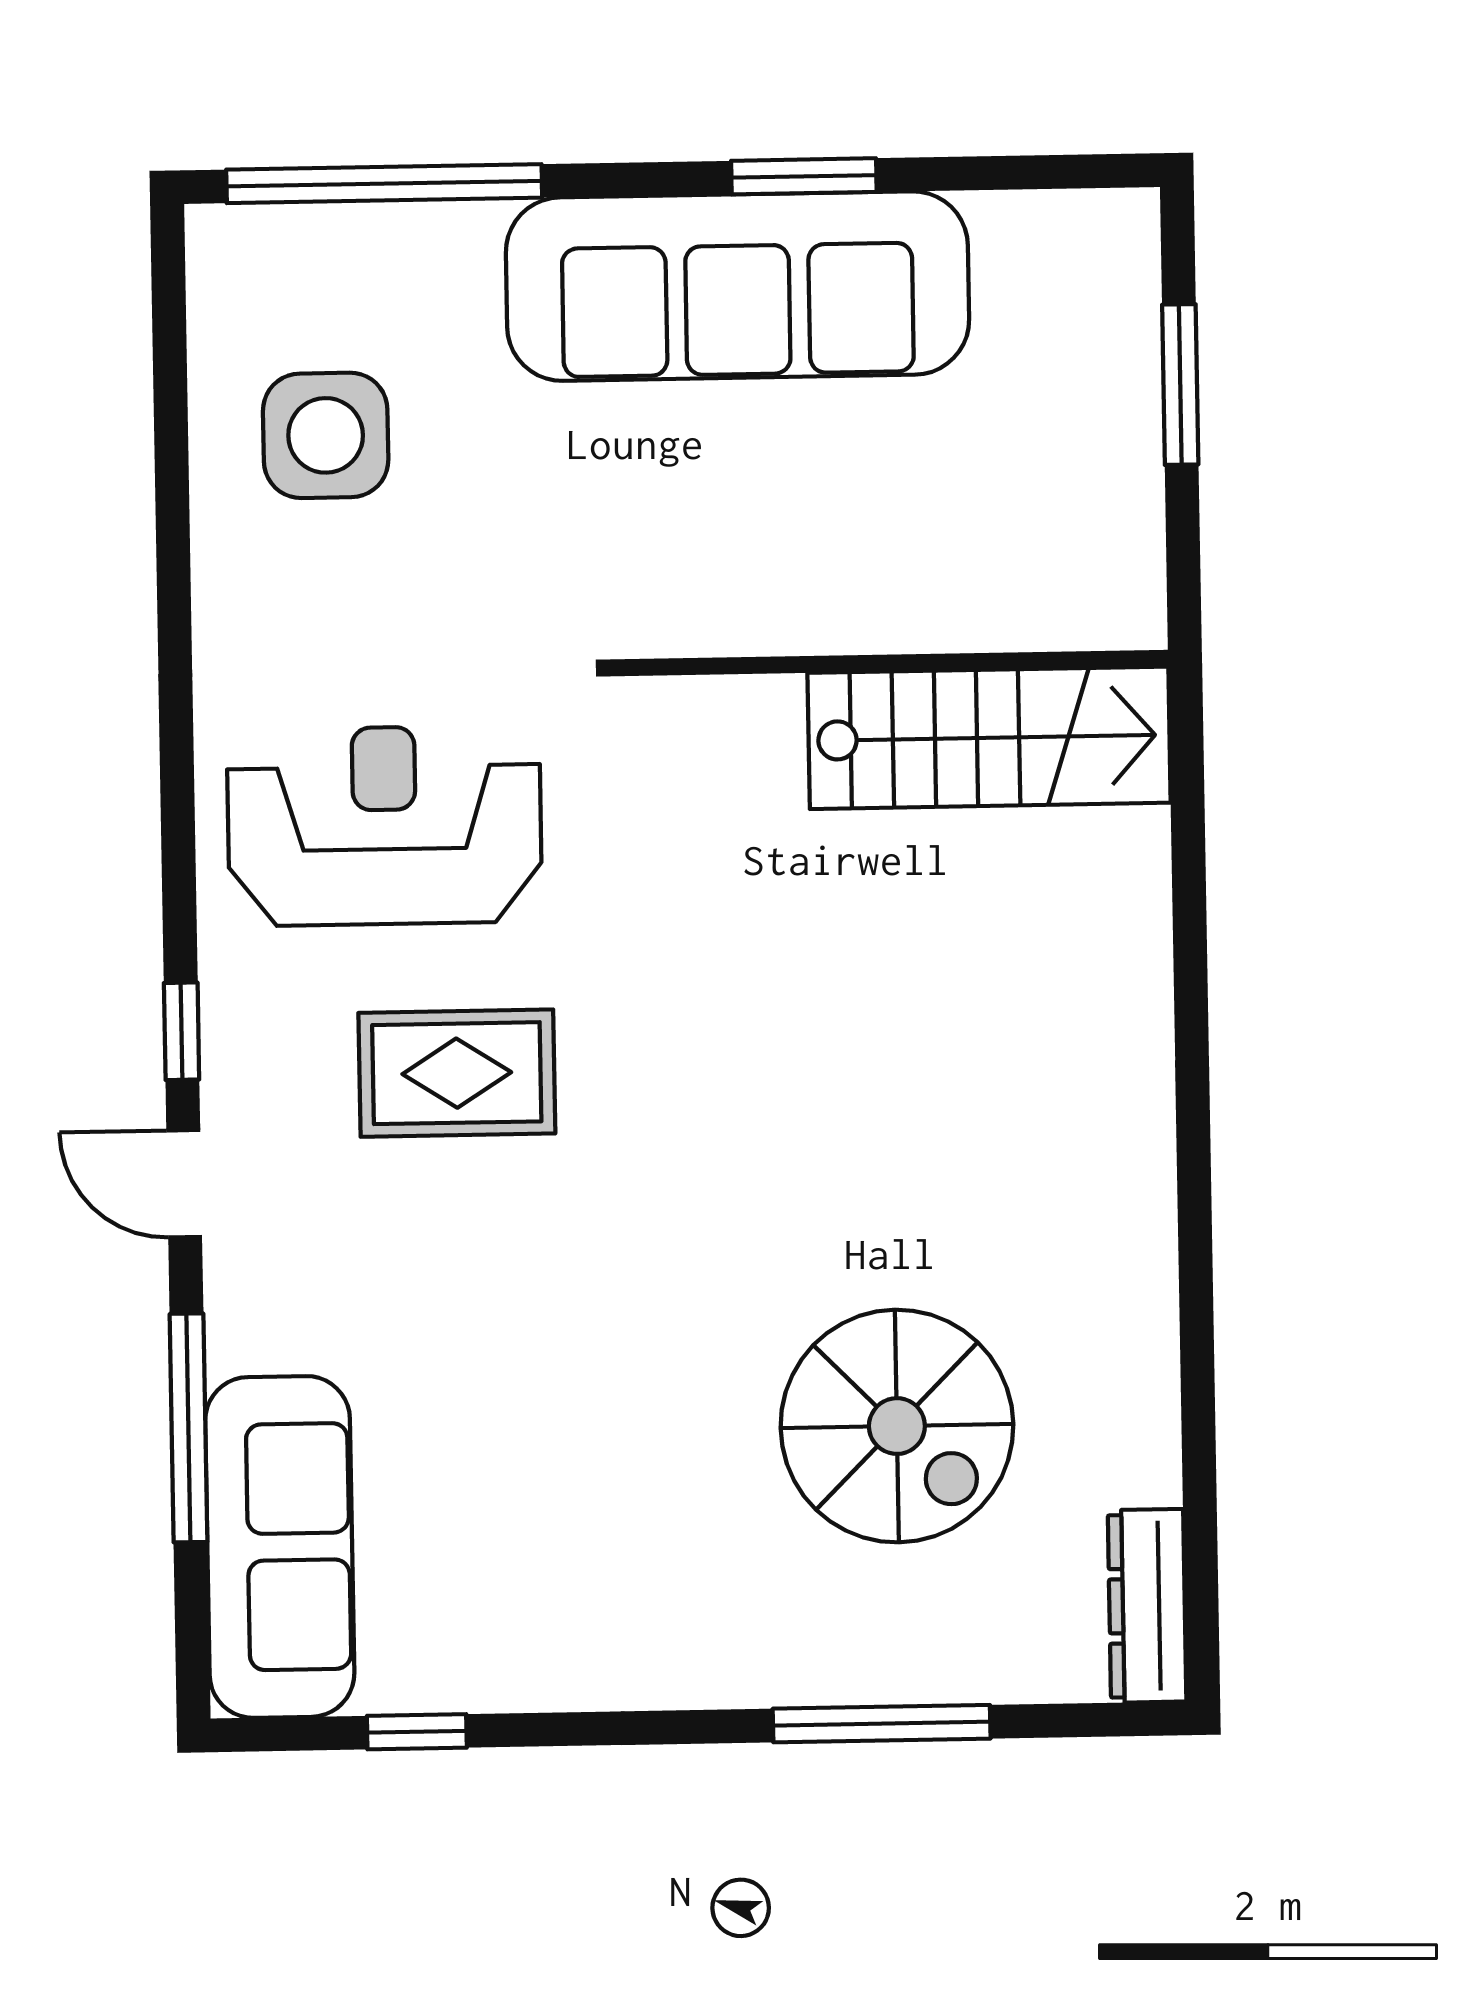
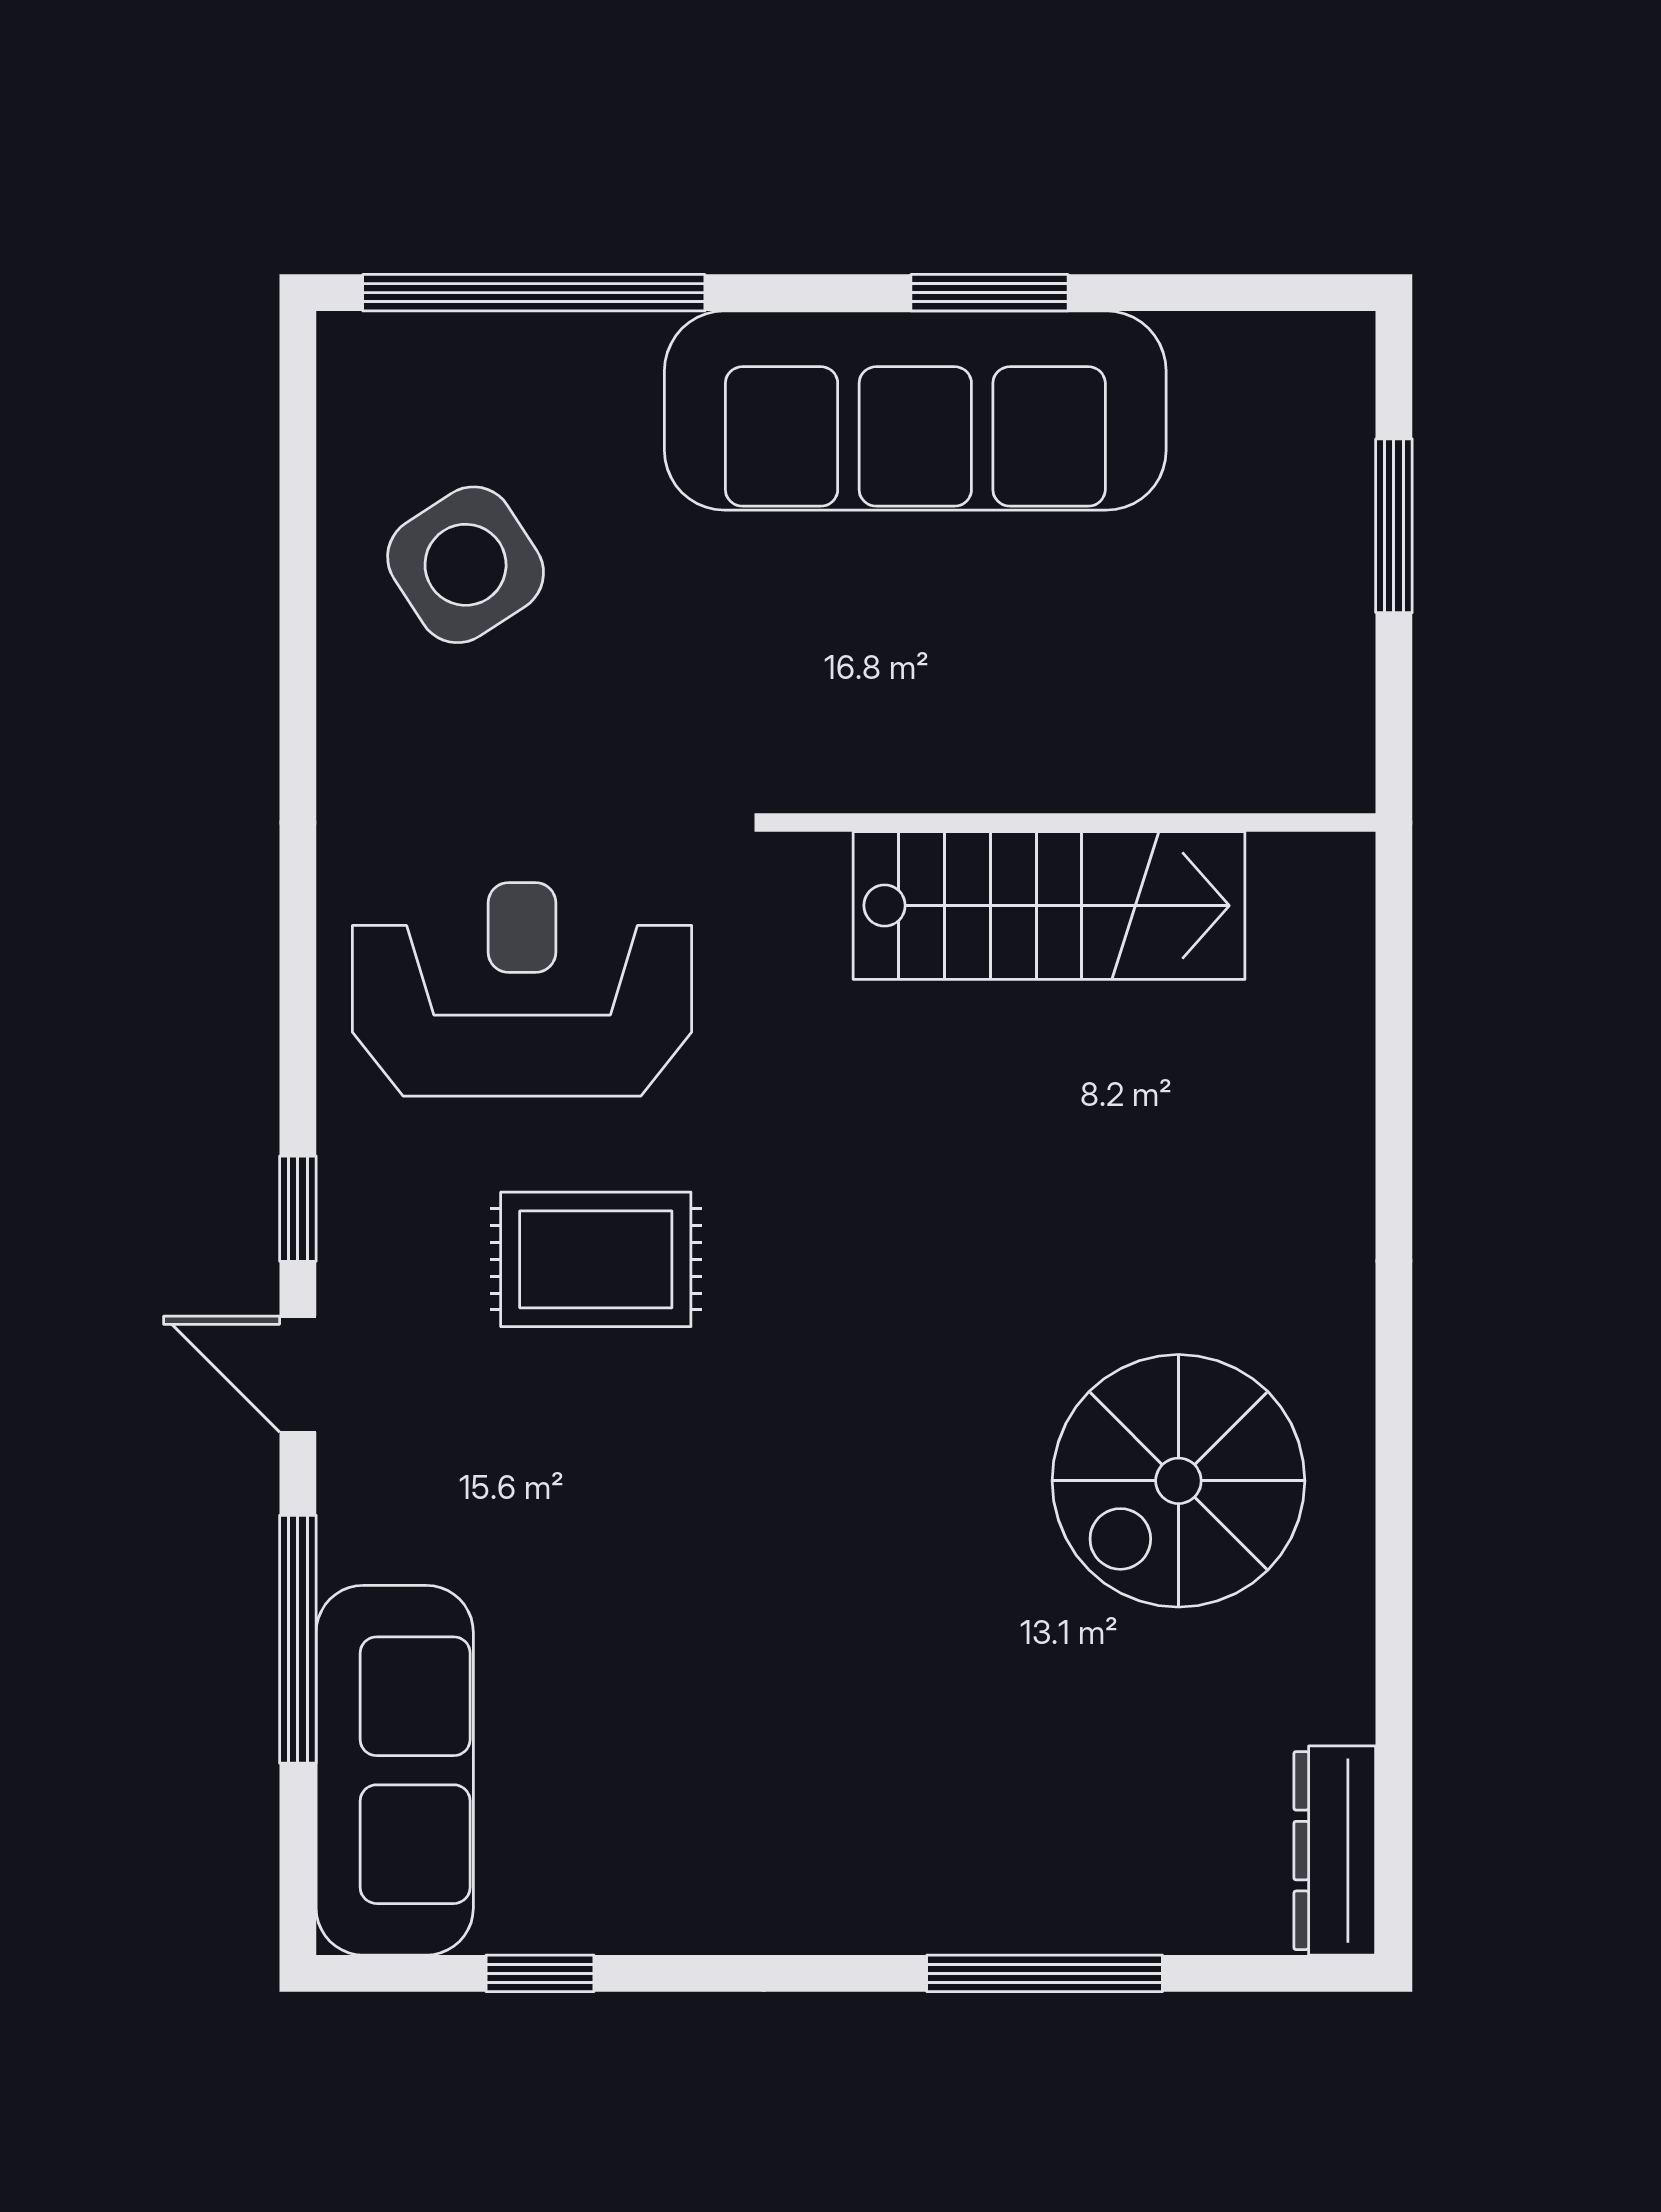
side table: (326, 435) -> (466, 565), turned -33
stairs: (989, 738) -> (1049, 906), moved
spiral stairs: (897, 1426) -> (1178, 1481), moved, turned 90

